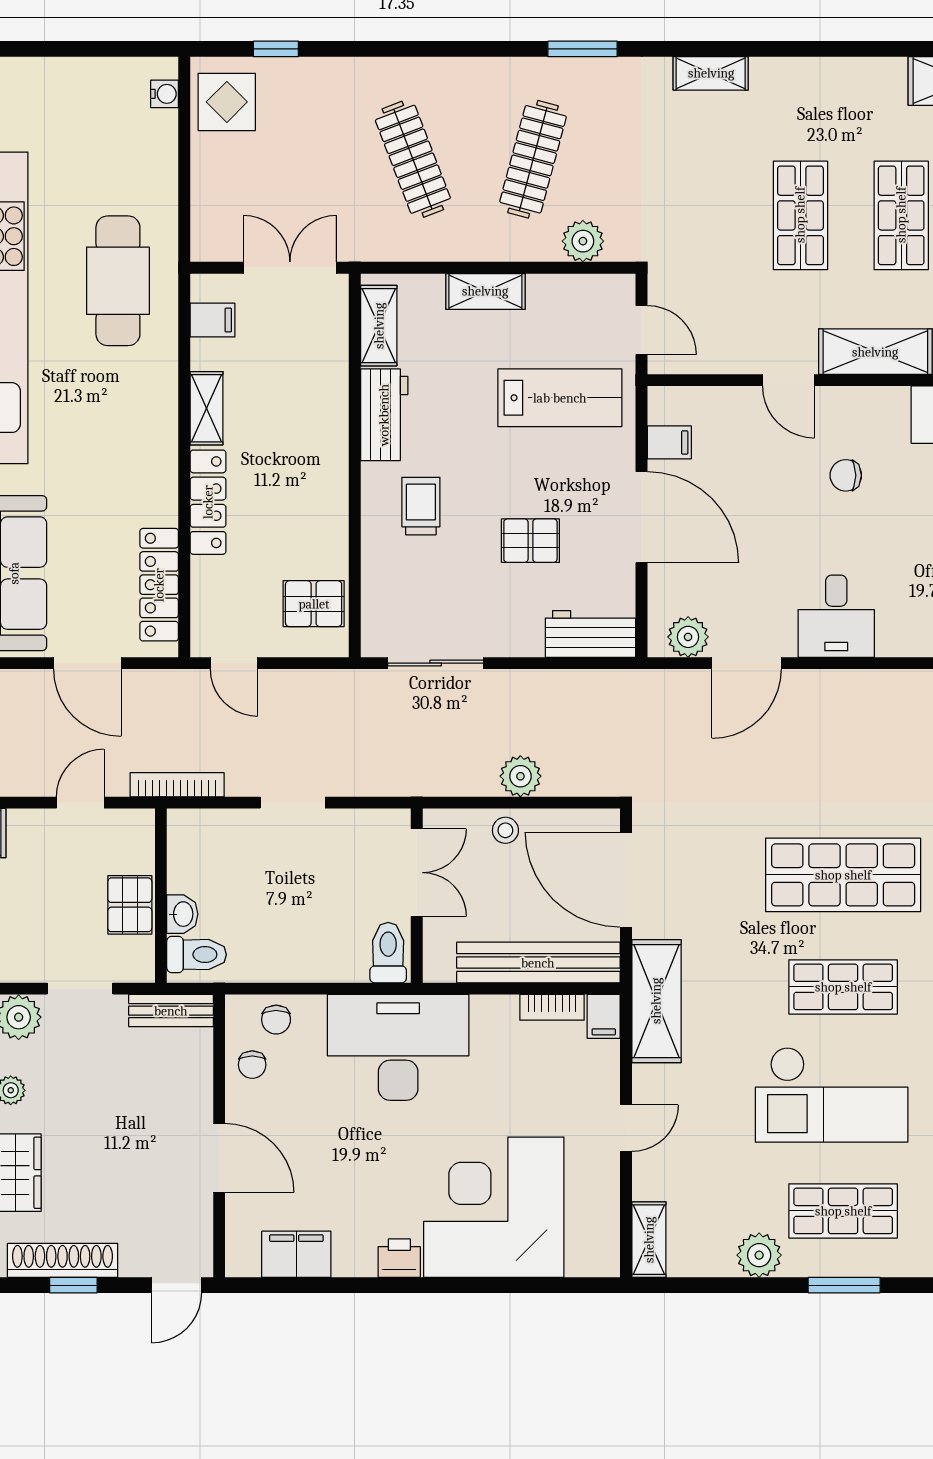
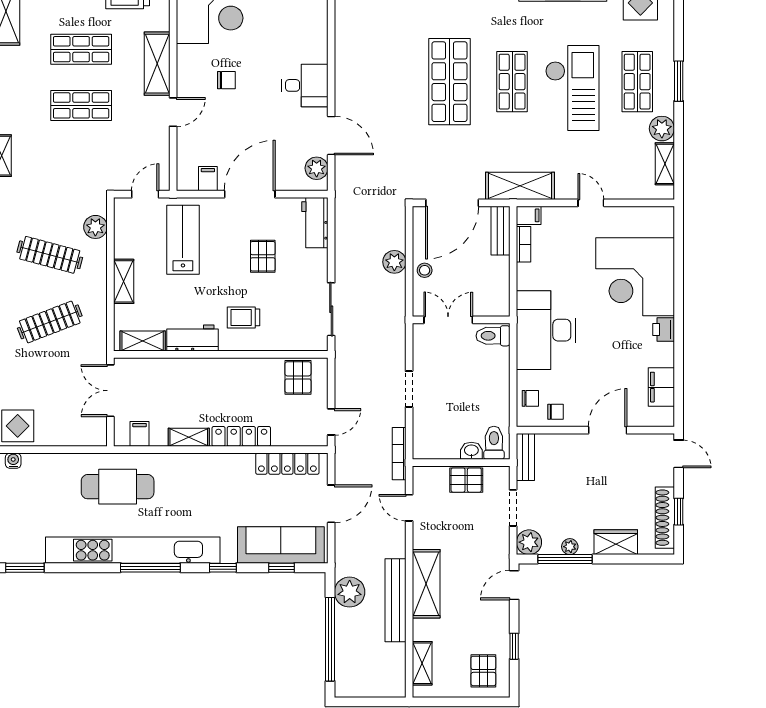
chair: (846, 475) -> (226, 80), turned -90
bench: (538, 963) -> (500, 231), width x0.54, depth x0.82
shelving: (649, 1240) -> (665, 164), moved, turned 90

